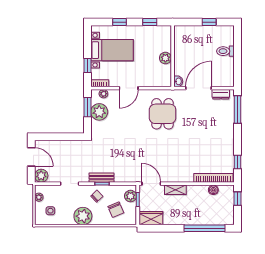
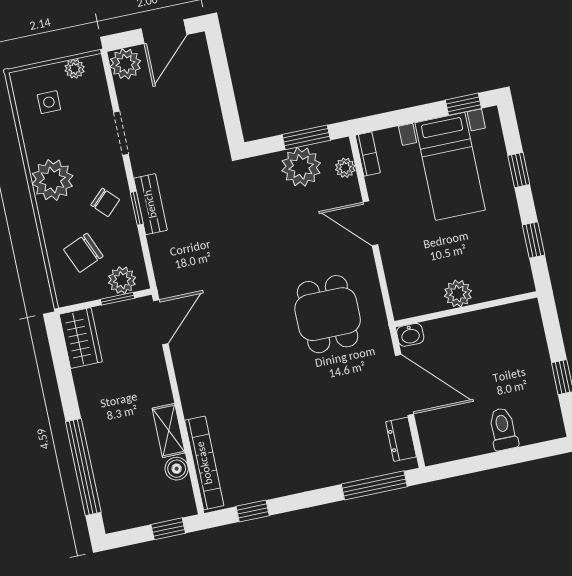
window: (87, 66) -> (463, 104), moved
dining table: (163, 114) -> (328, 314), turned 90
shelving: (175, 190) -> (169, 430), moved

